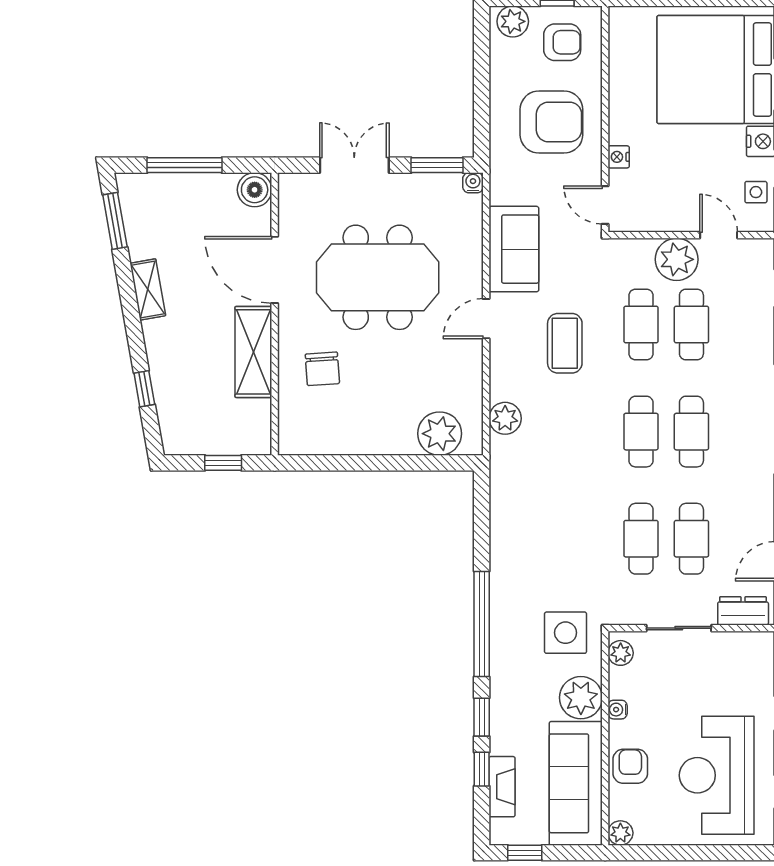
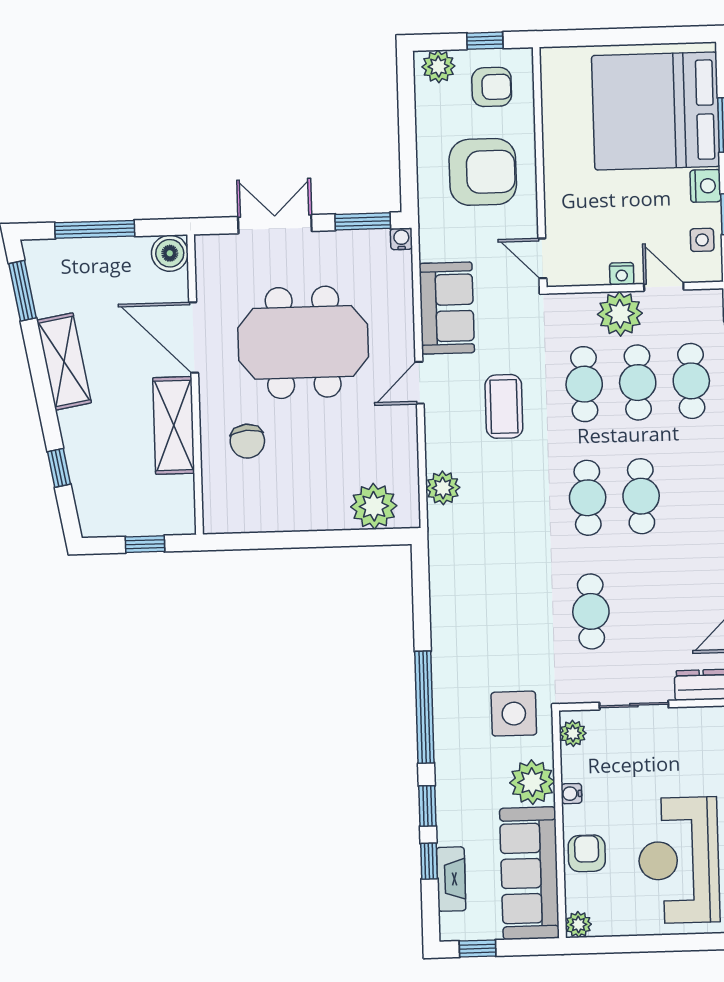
nightstand: (619, 157) -> (622, 274), moved, turned -90
shelving: (148, 289) -> (64, 361), width x1.50, depth x1.33
cafe table: (691, 539) -> (691, 381), moved

